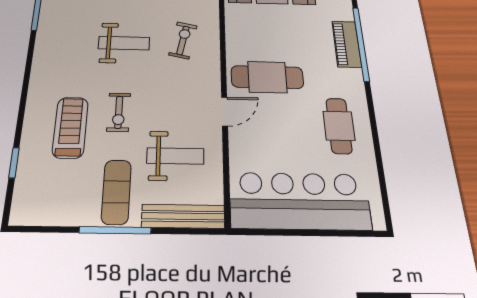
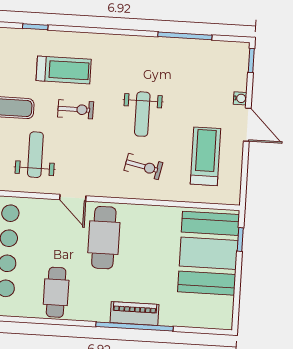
exercise bike: (119, 112) -> (76, 109), turned 180
cafe table: (339, 126) -> (56, 292), turned 90
weight bench: (175, 156) -> (35, 155), turned 180

